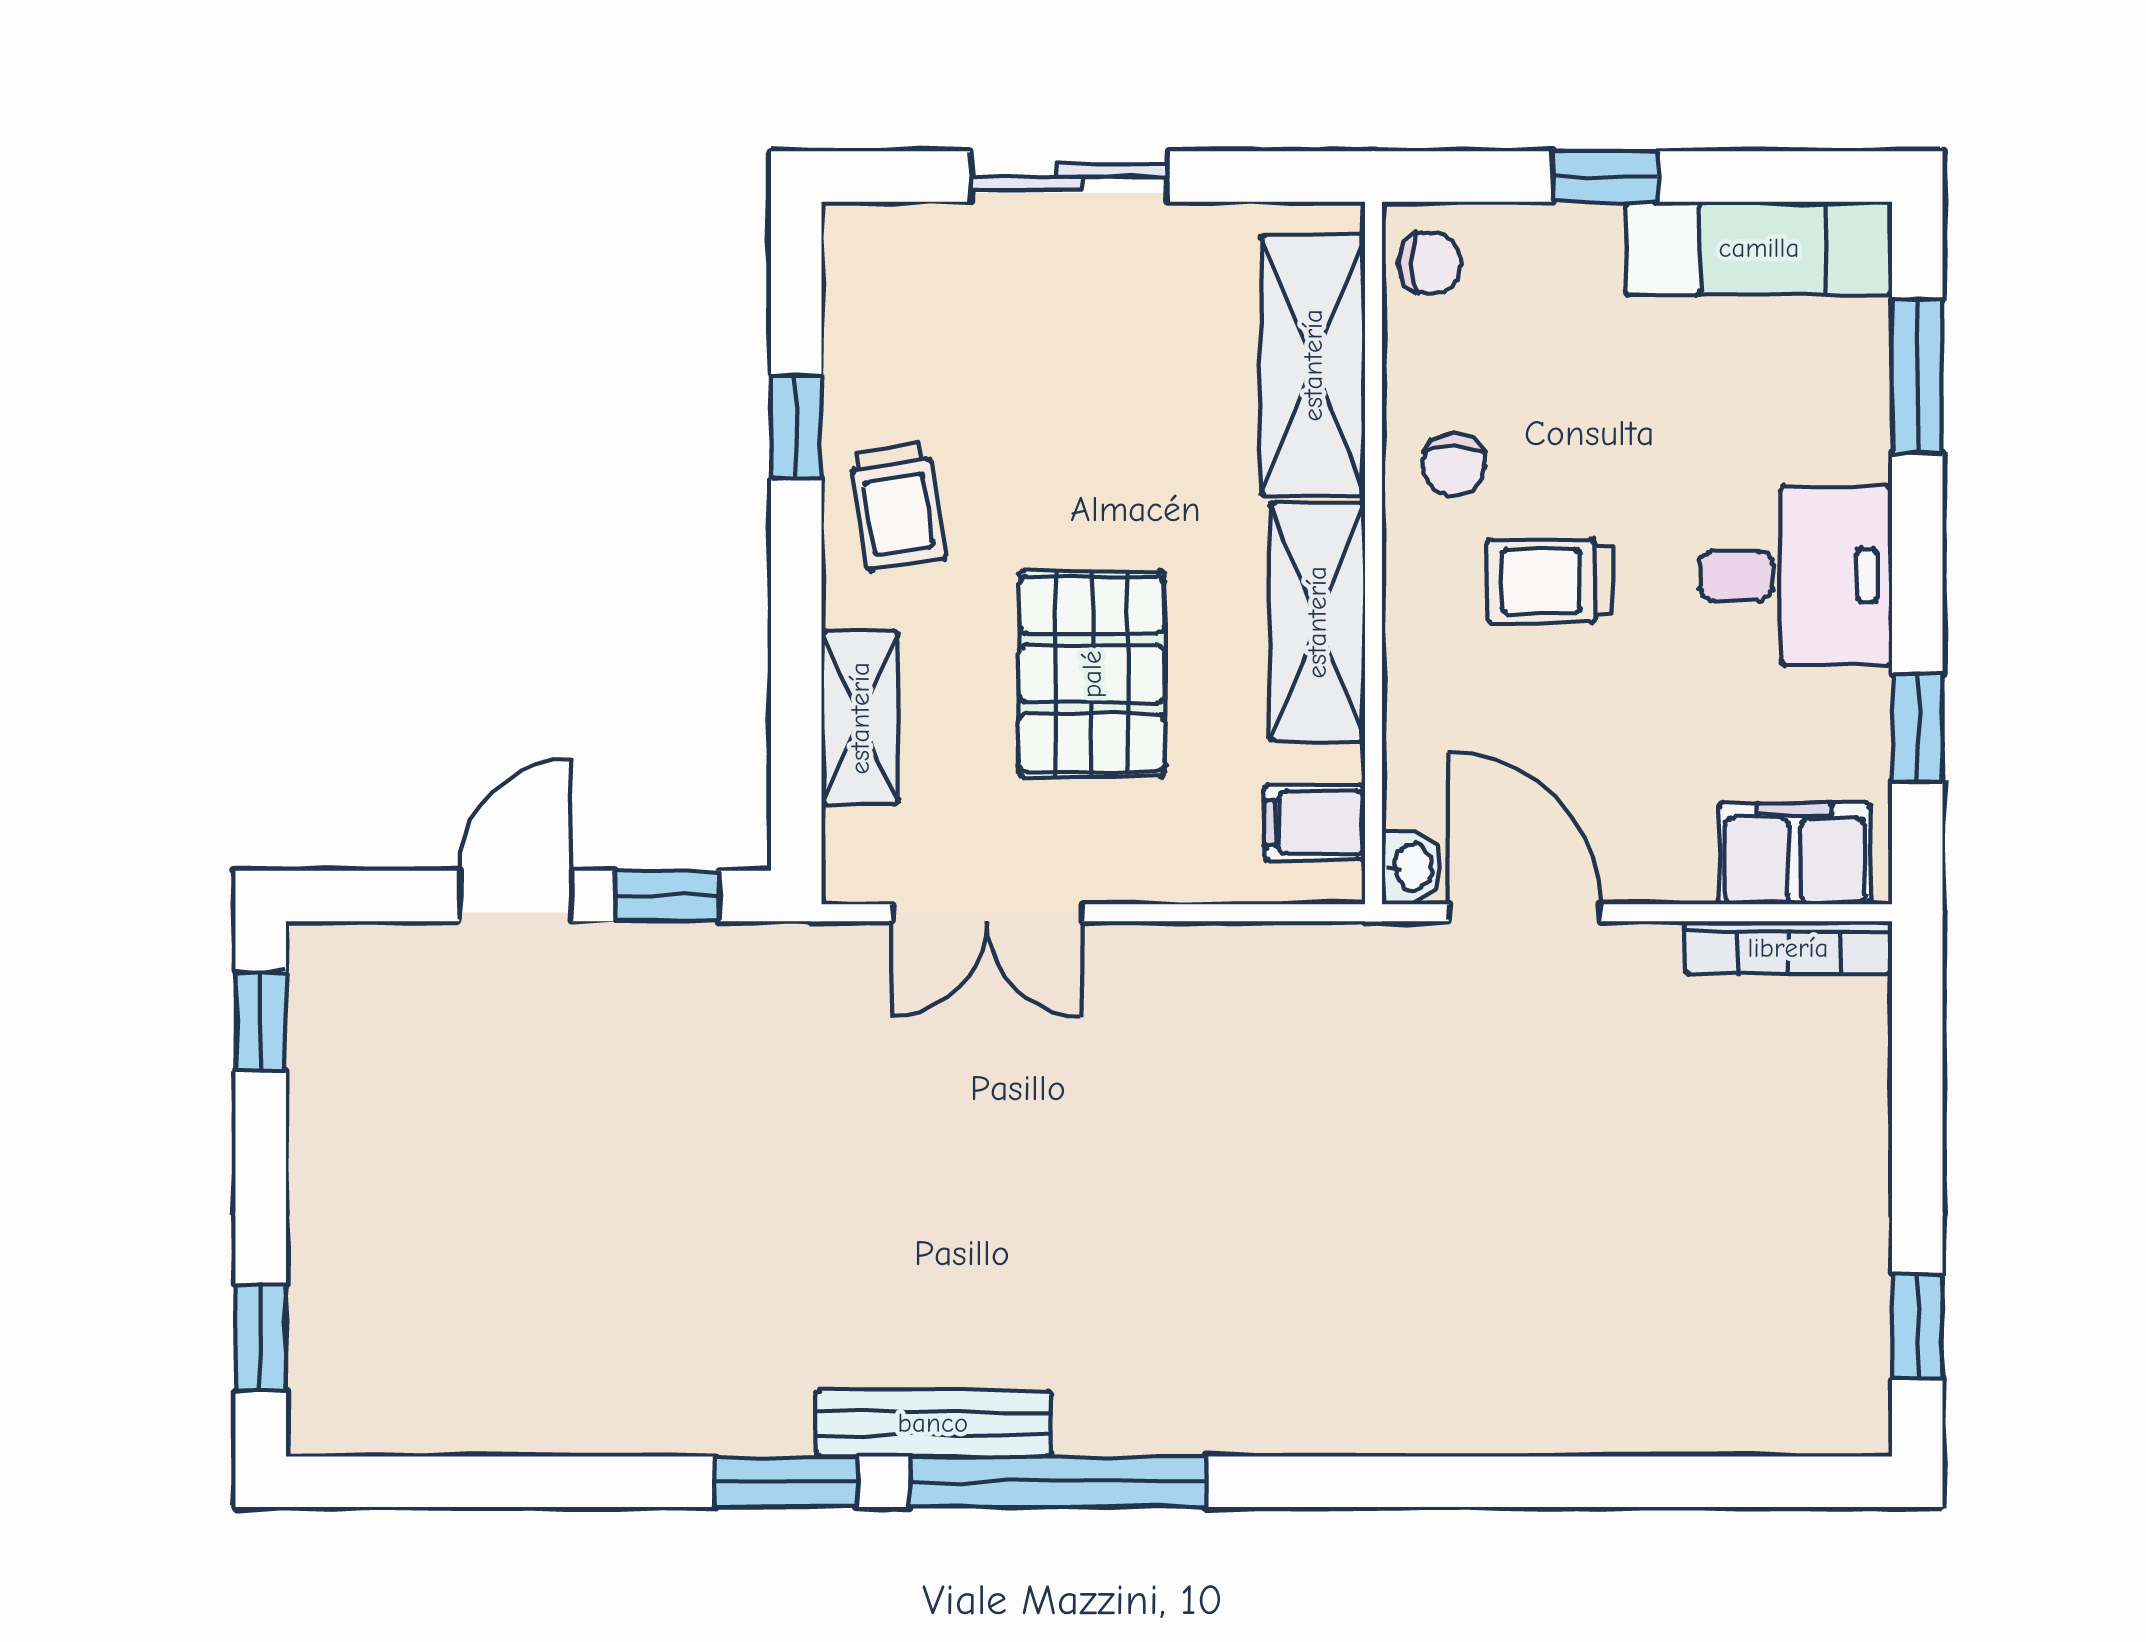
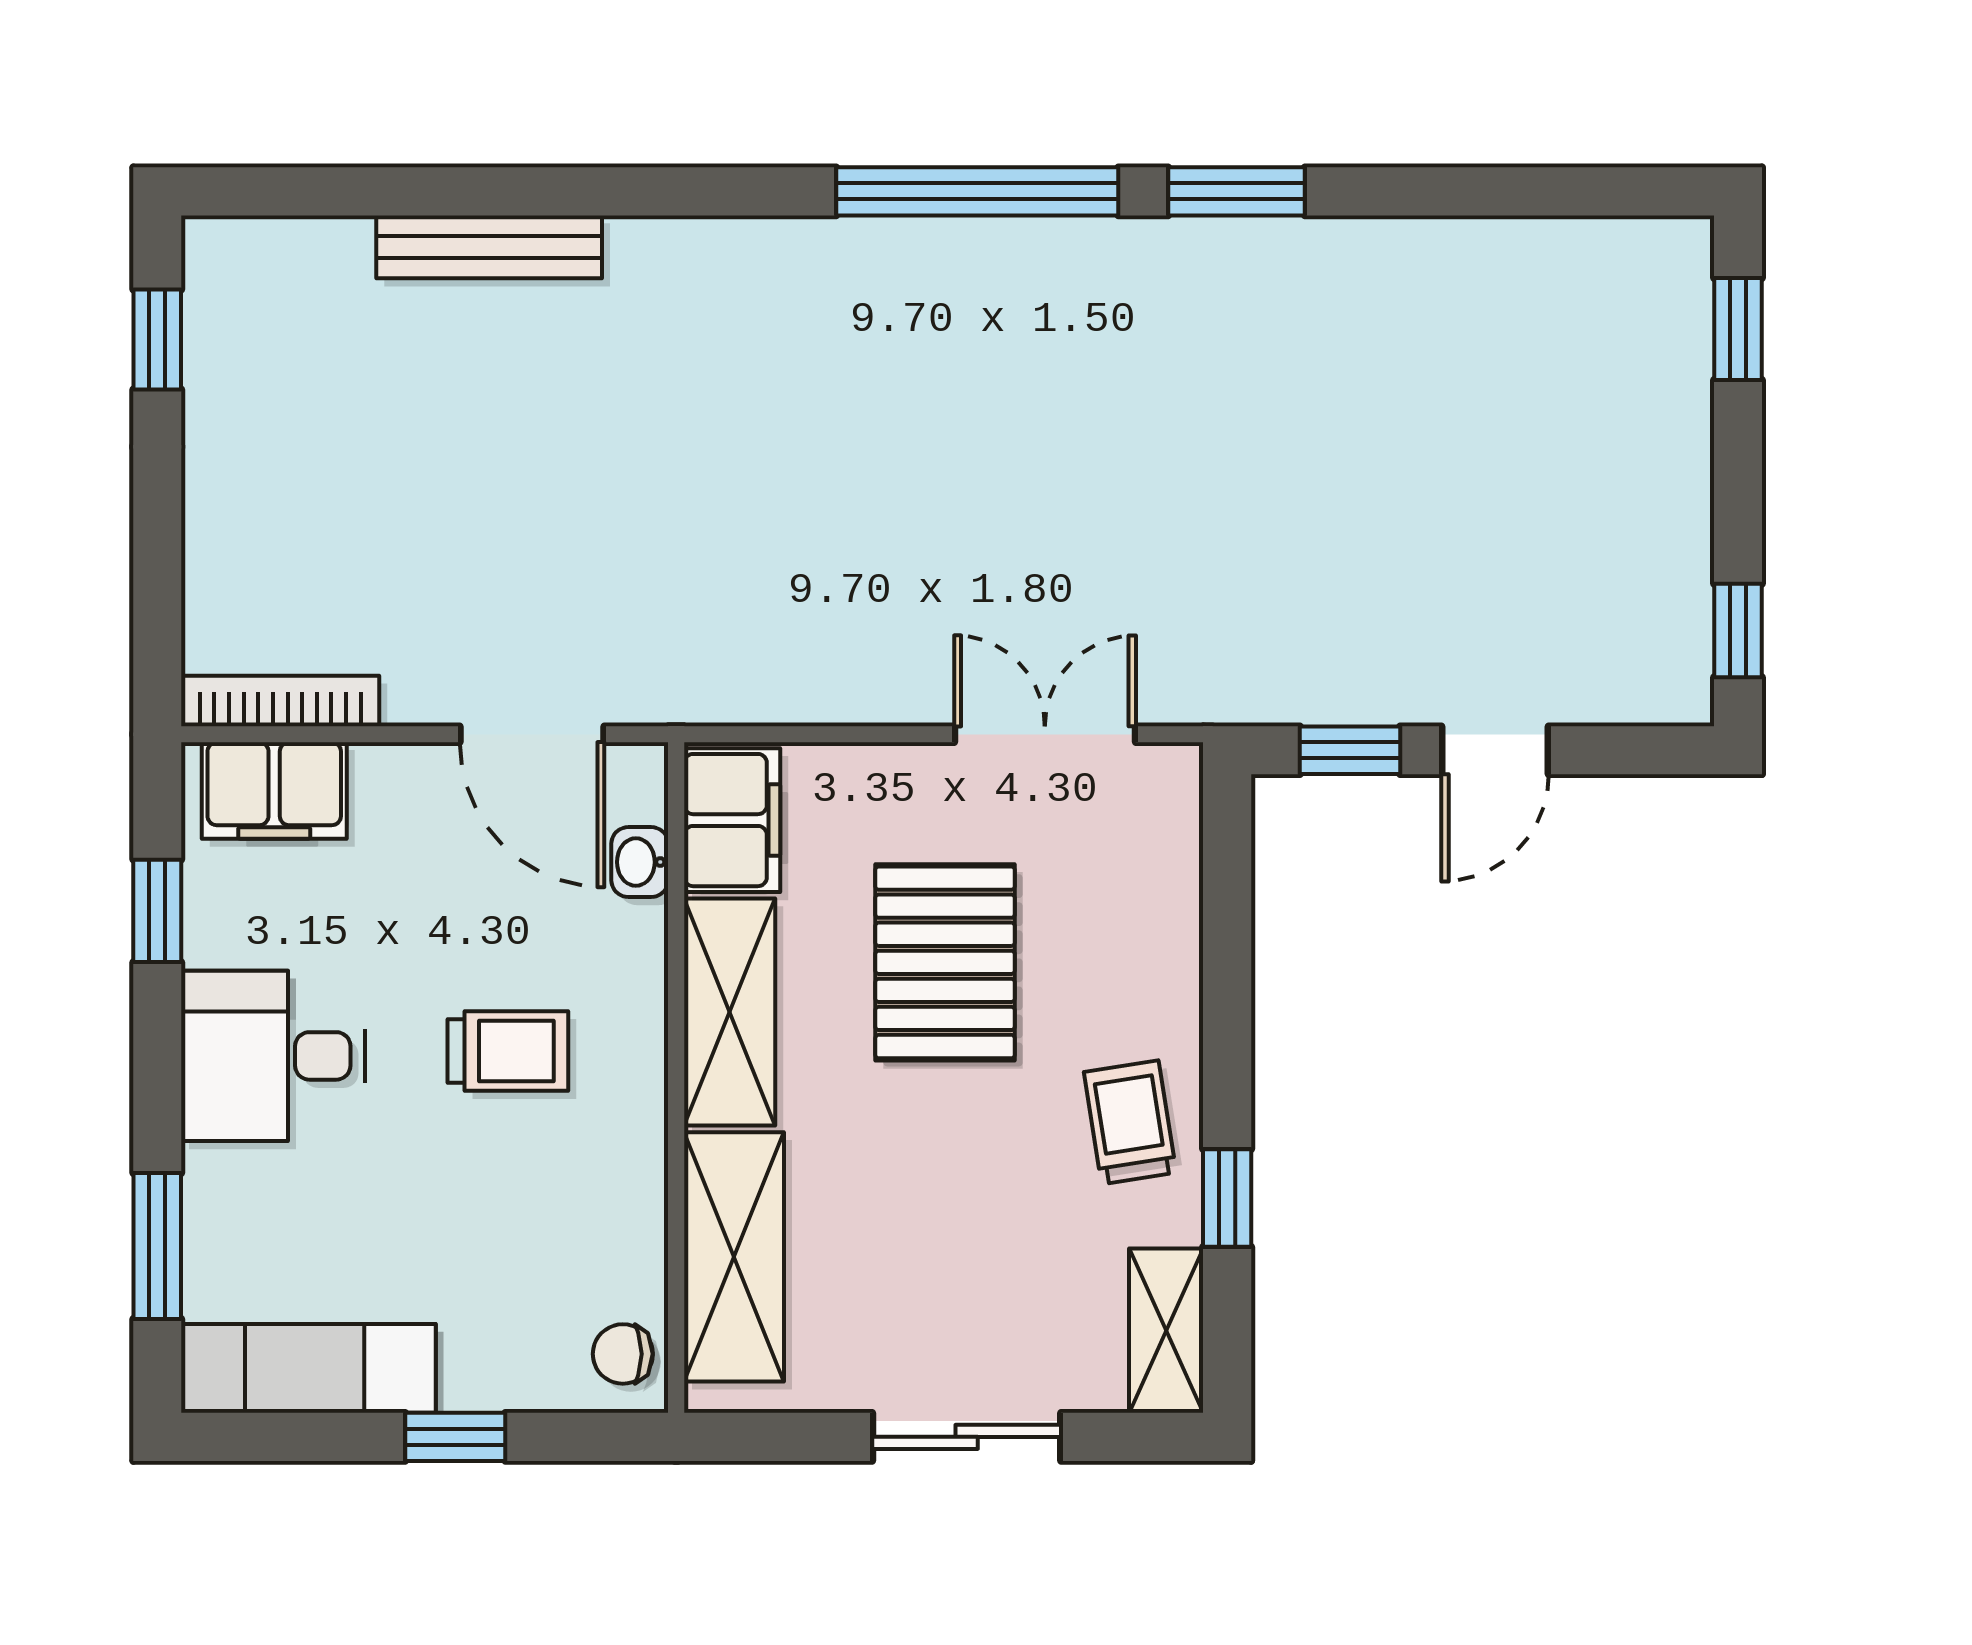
chair: (1454, 465) -> (600, 1162), removed
shelving: (860, 718) -> (1166, 1331), moved
filing cabinet: (1315, 823) -> (732, 820), width x2.00
washbasin: (1412, 868) -> (640, 862), moved
bench: (933, 1423) -> (489, 247), moved

